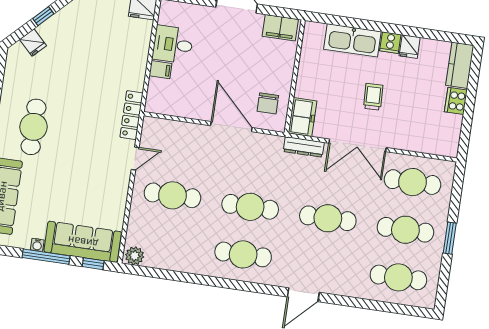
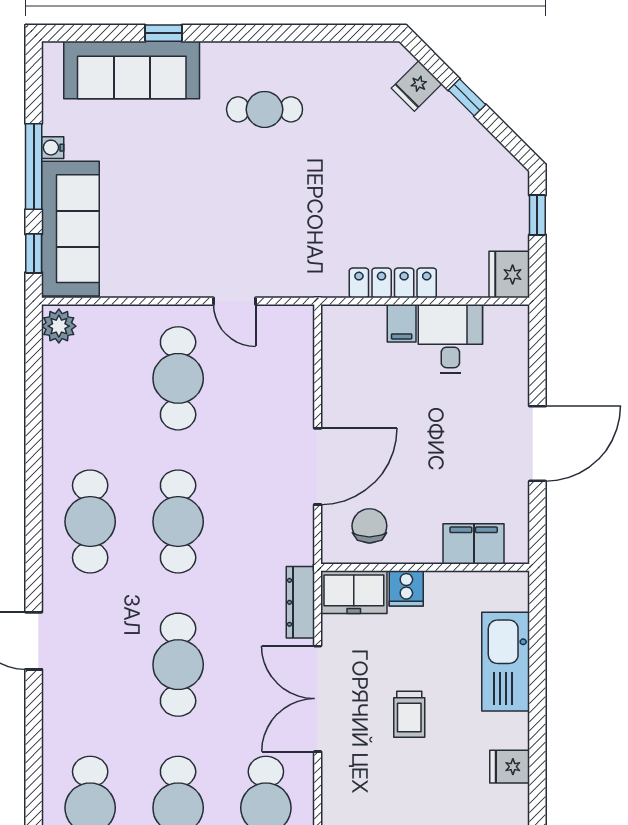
filing cabinet: (280, 28) -> (474, 544), moved, turned 90
cooker: (390, 43) -> (406, 588), moved, turned -90
trolley: (373, 97) -> (409, 714), turned 92
chair: (268, 103) -> (369, 526), turned 90
locker: (131, 115) -> (393, 283), moved
cafe table: (34, 127) -> (265, 109), width x0.73, depth x0.74

